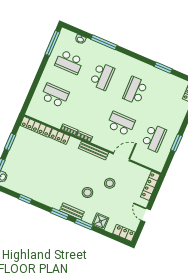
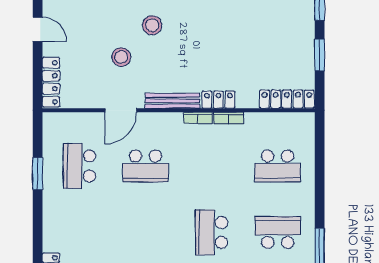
school desk: (135, 90) -> (146, 232), removed
locker: (59, 137) -> (218, 100), moved

